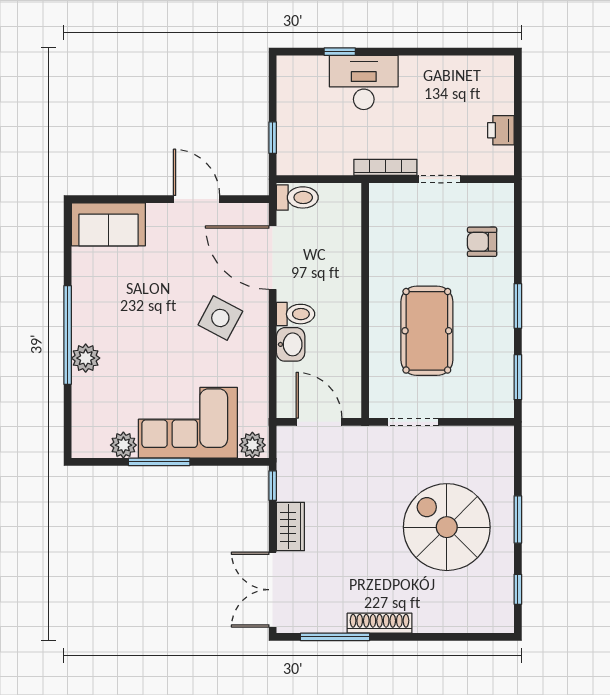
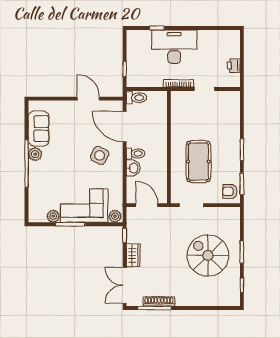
desk: (364, 83) -> (174, 47), width x1.36, depth x1.30
sofa: (108, 224) -> (39, 129), moved, turned -90
armchair: (482, 242) -> (230, 191), moved
plant: (86, 358) -> (35, 154), moved
shoe rack: (380, 623) -> (159, 301), moved

